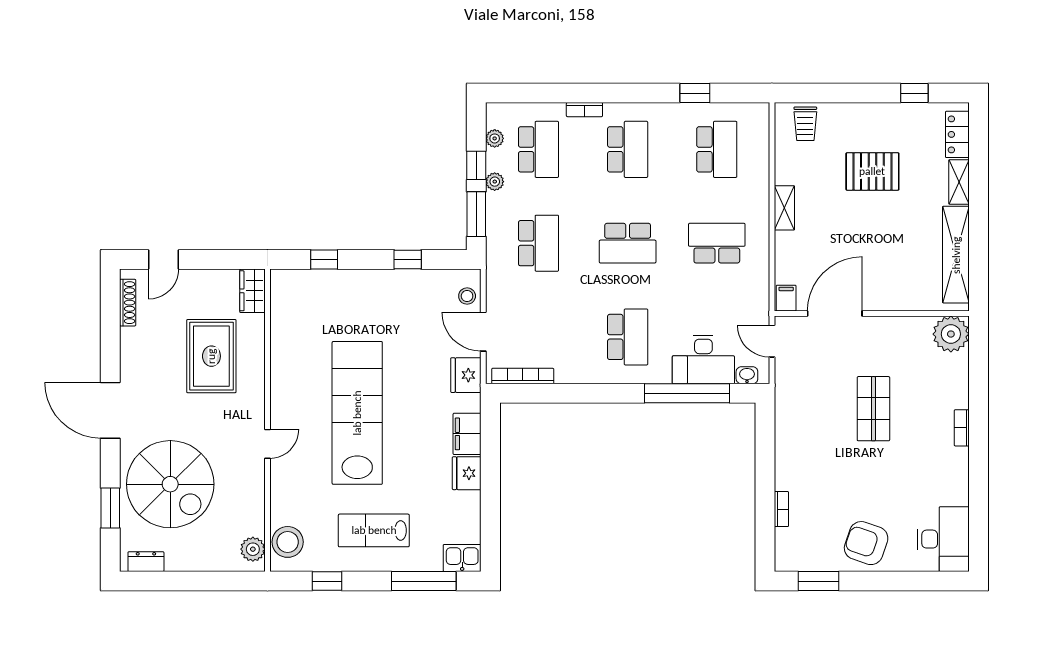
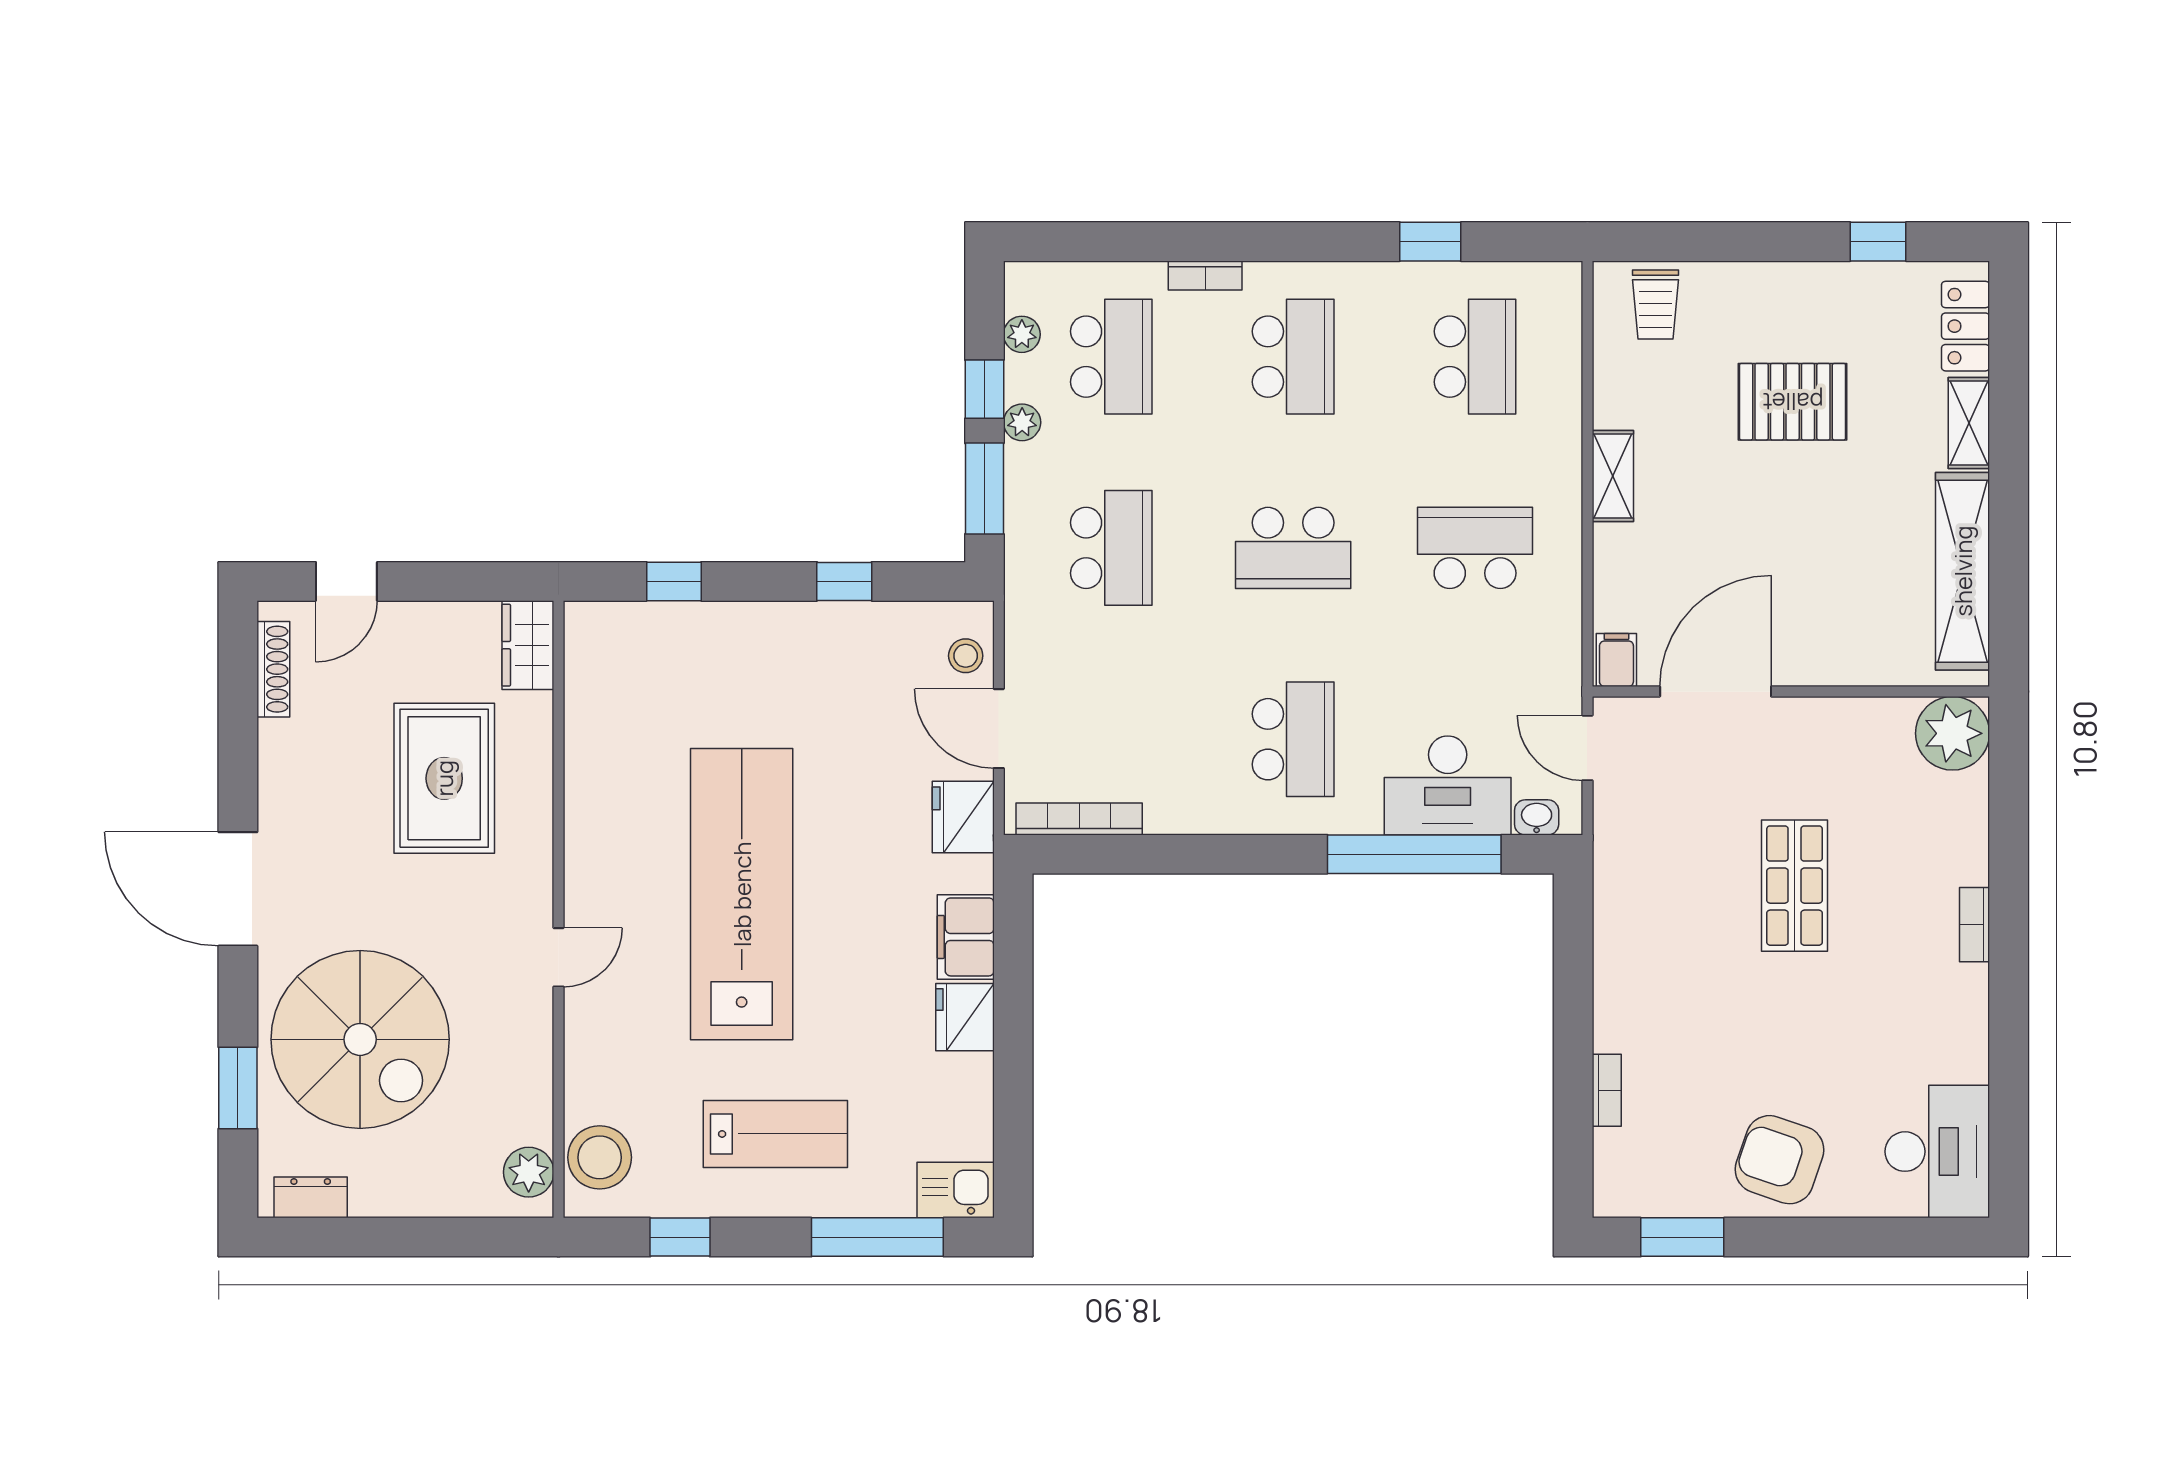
lab bench: (374, 530) -> (775, 1134), turned 180

